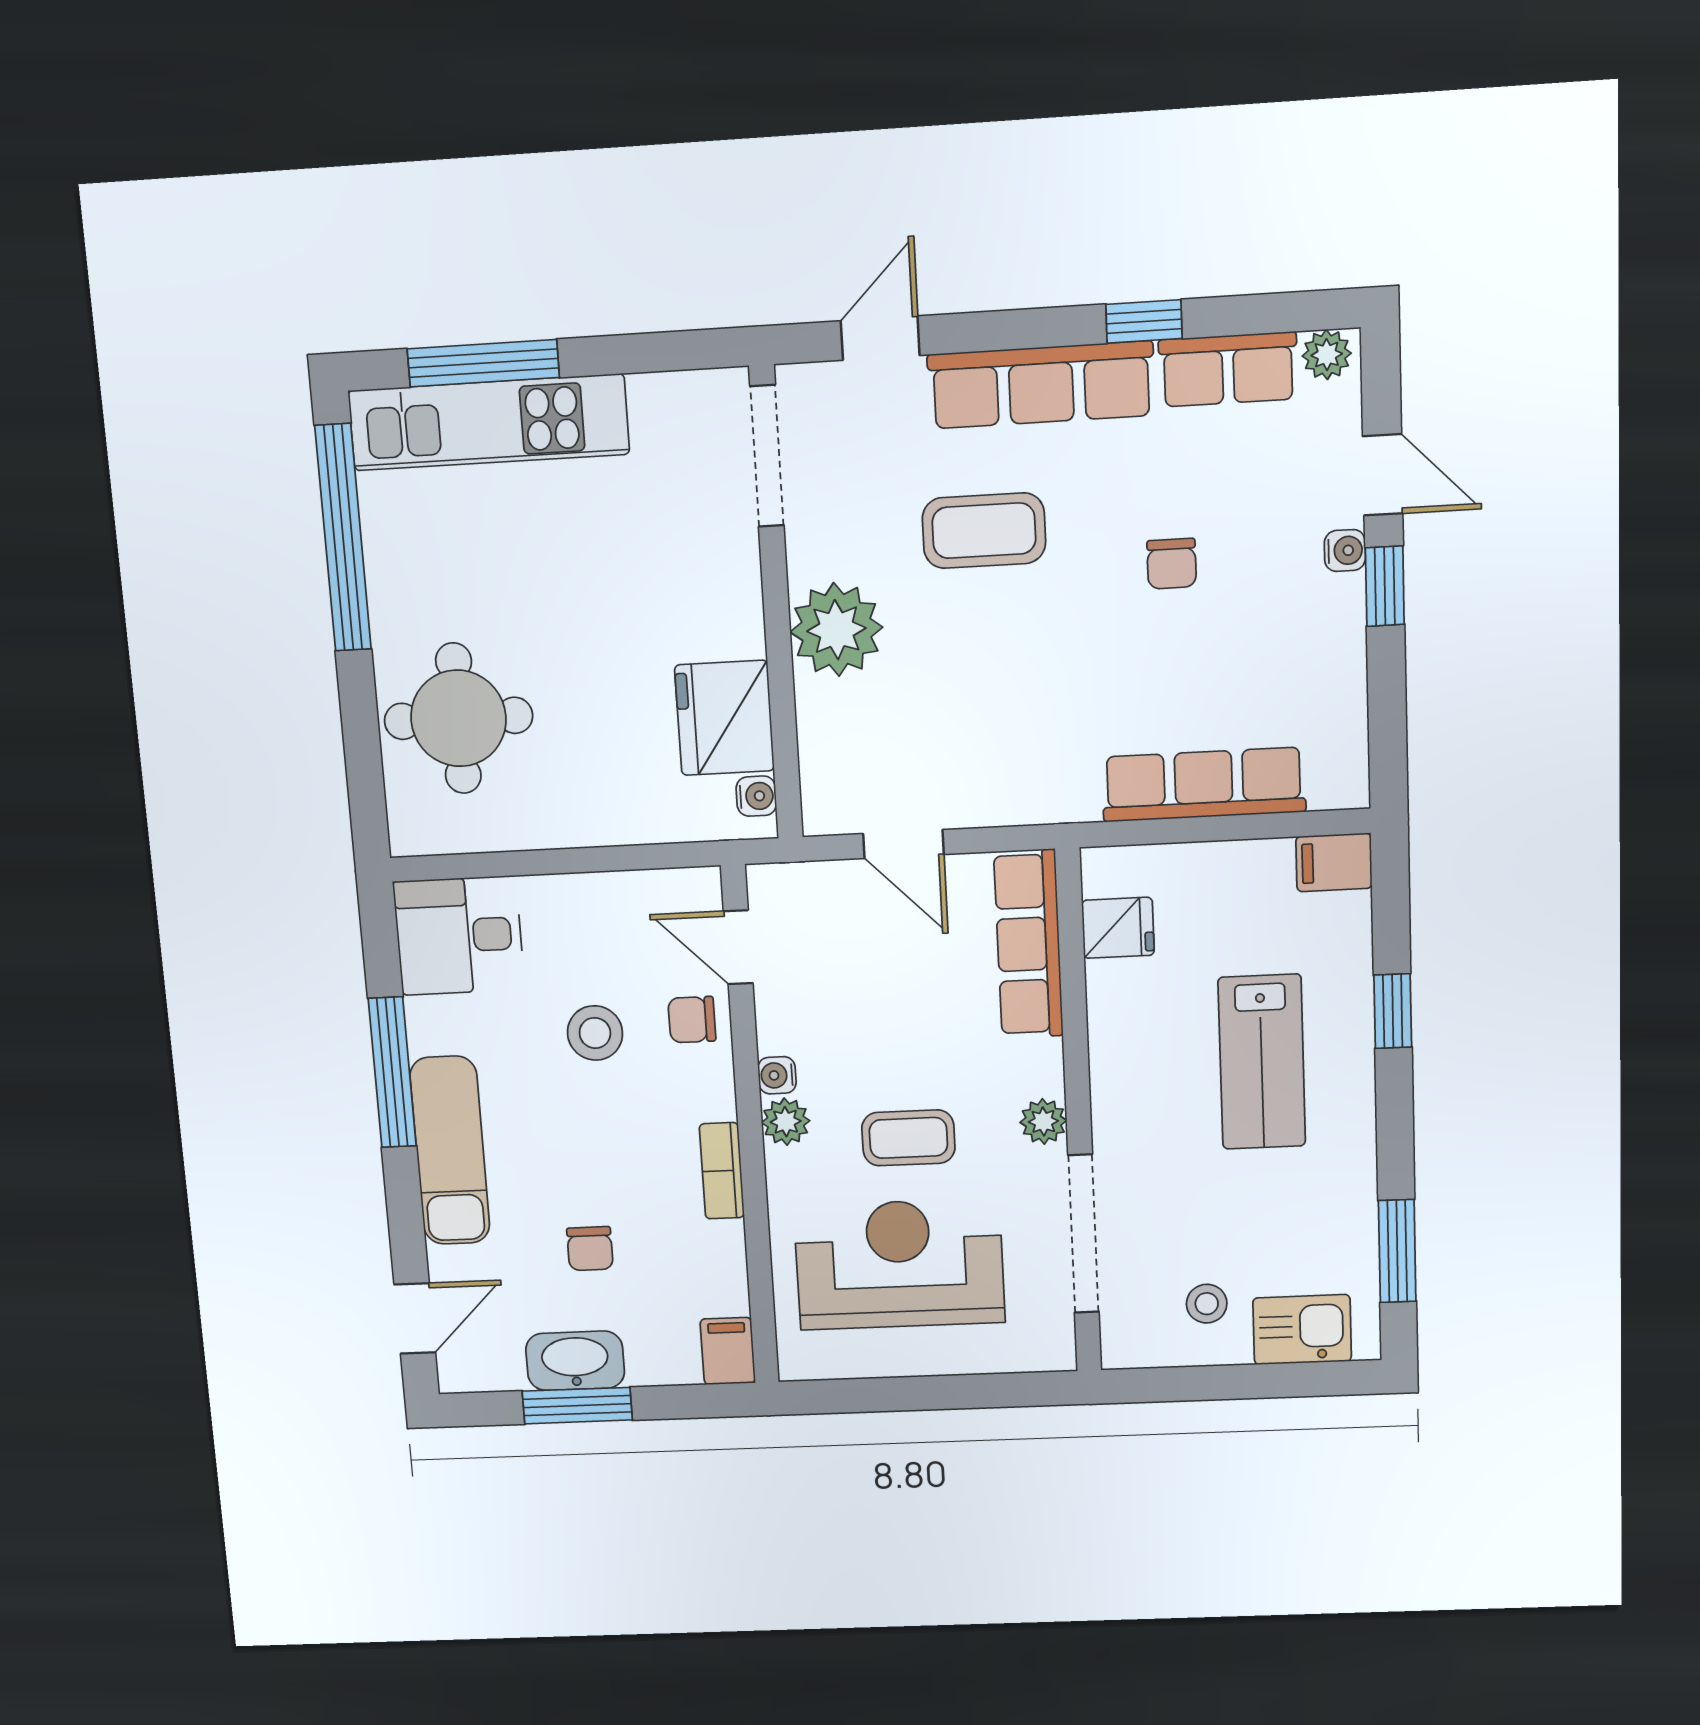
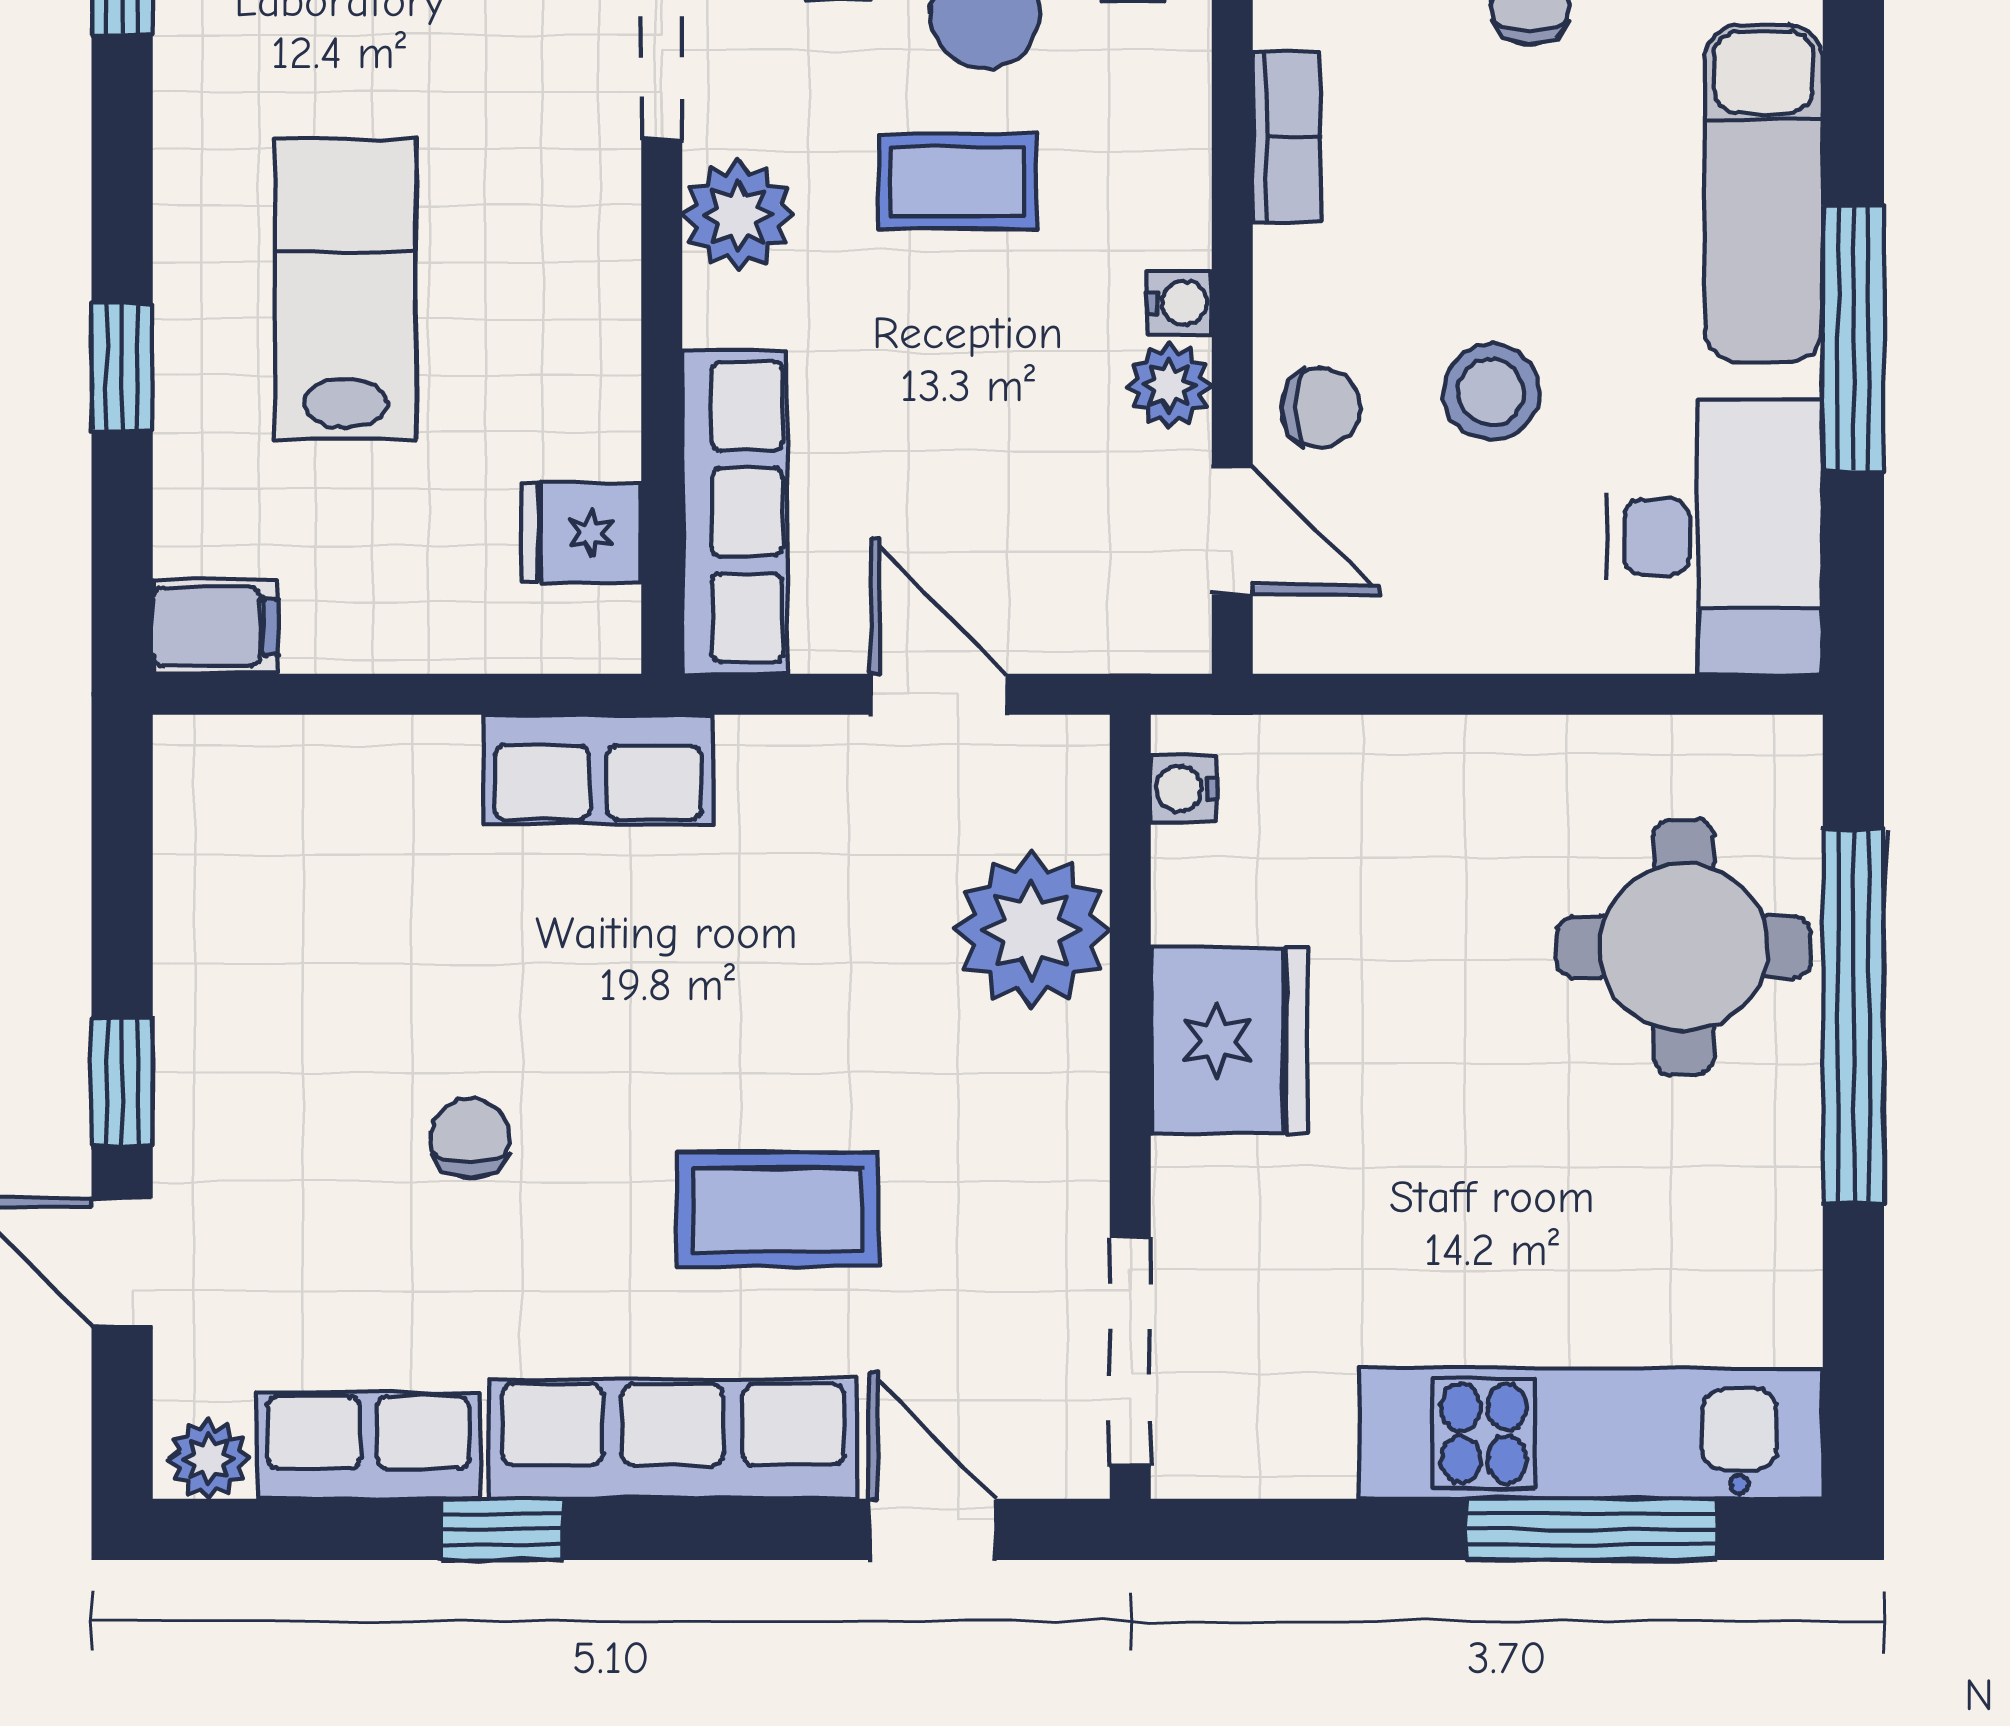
door: (880, 338) -> (932, 1529), swing flipped
window: (343, 538) -> (1853, 1016), moved
water cooler: (1345, 550) -> (186, 1144), removed
plant: (836, 630) -> (1032, 930), moved
fridge: (725, 718) -> (1230, 1040), moved
row of seats: (1204, 785) -> (598, 769), moved, width x0.68
desk: (459, 936) -> (1715, 537), width x1.37
plant: (1043, 1121) -> (738, 216), width x1.38, depth x1.38
plant: (786, 1122) -> (1169, 386), moved

